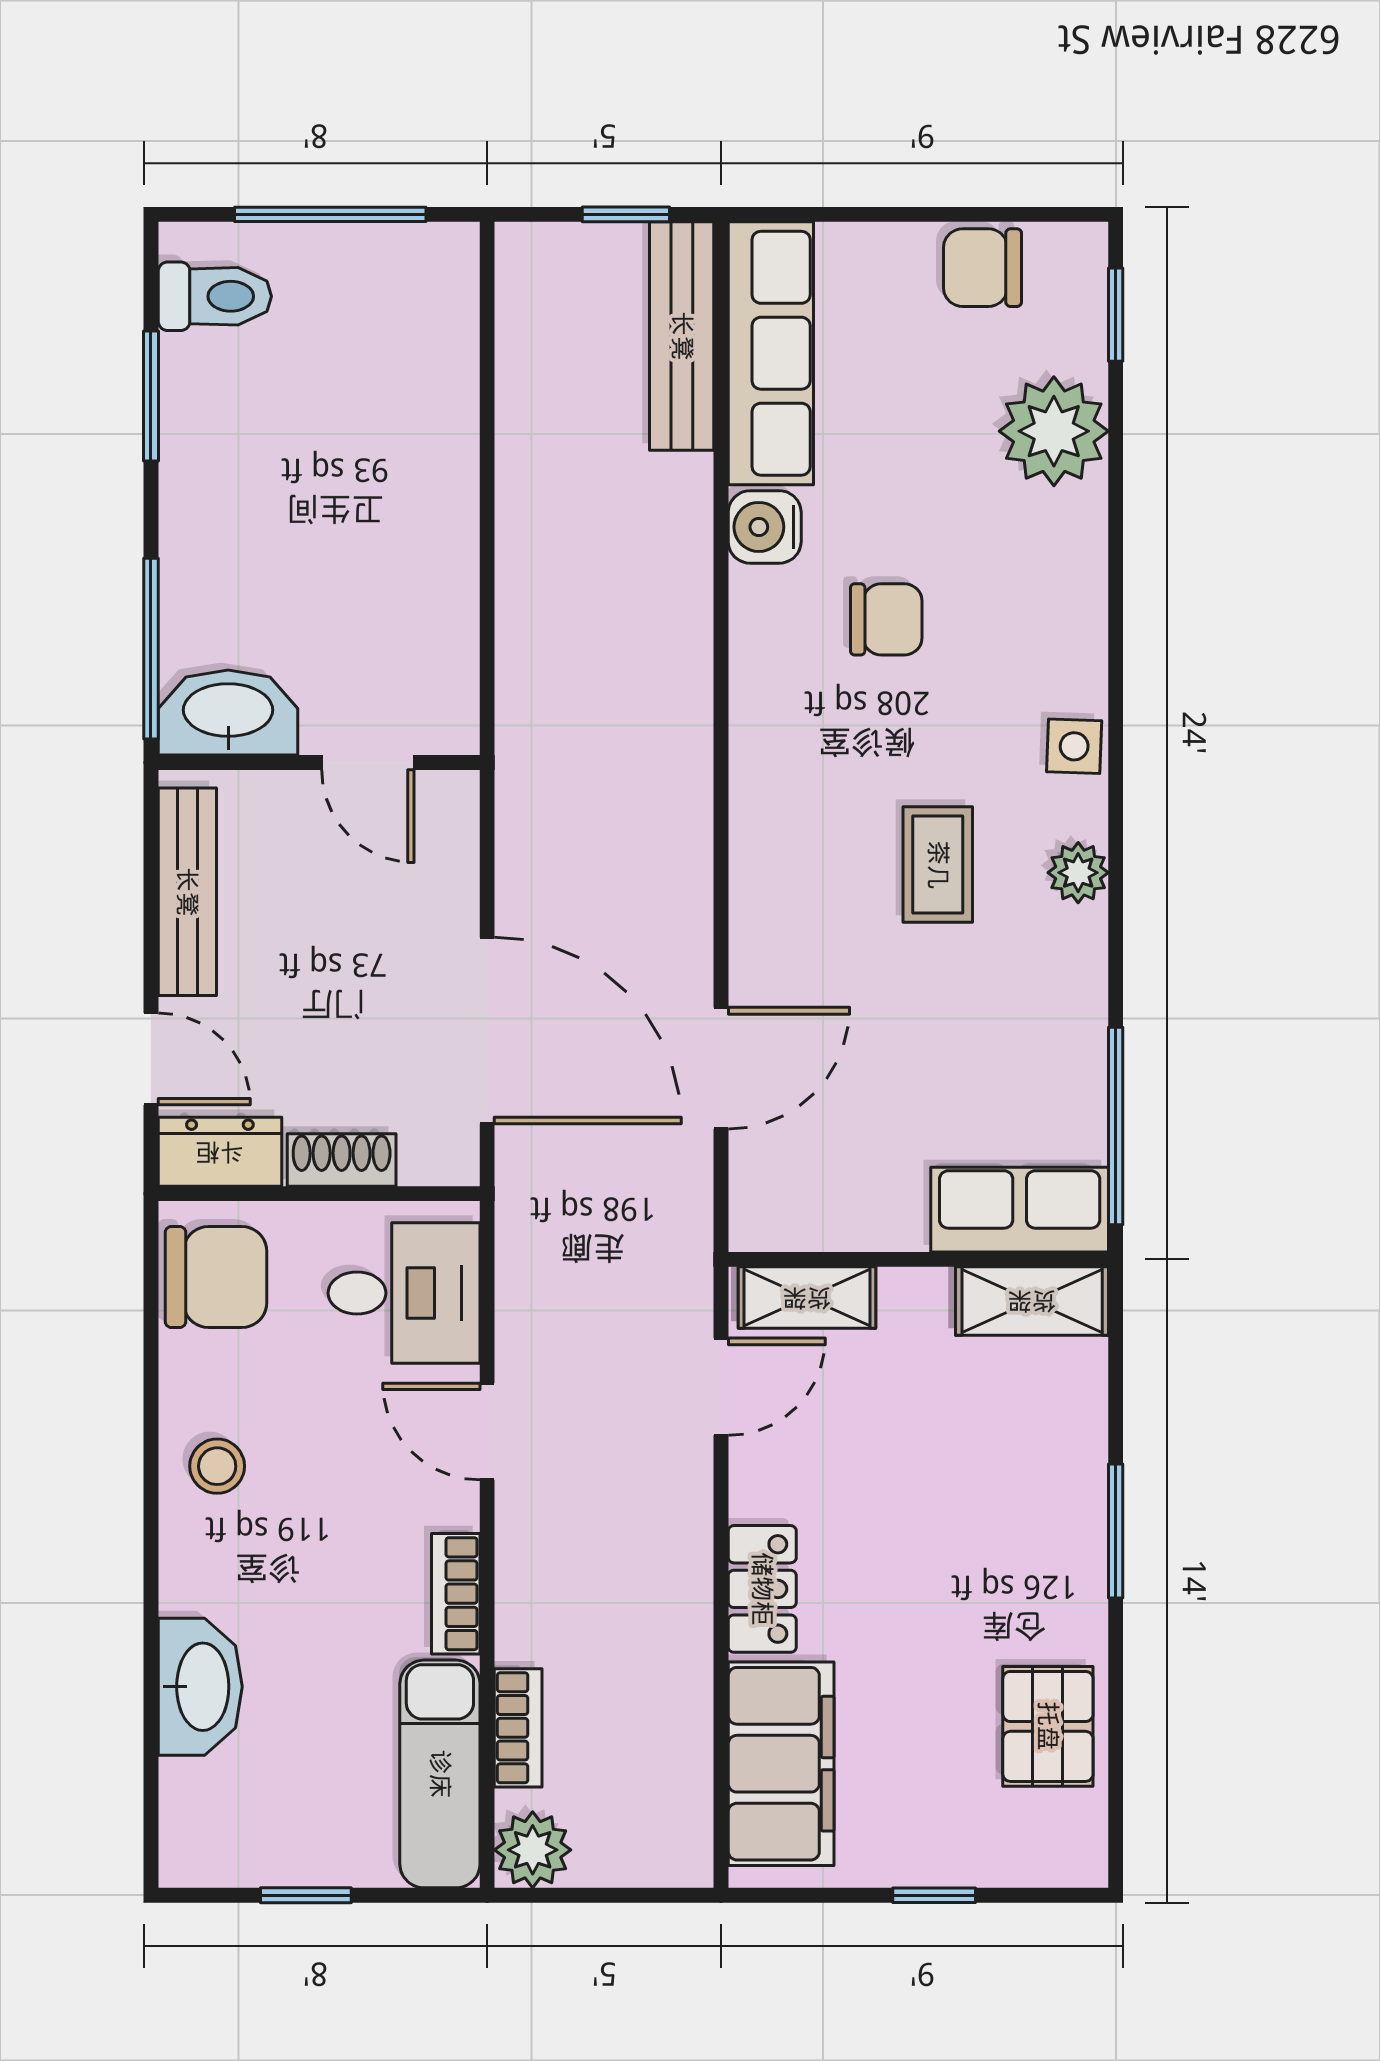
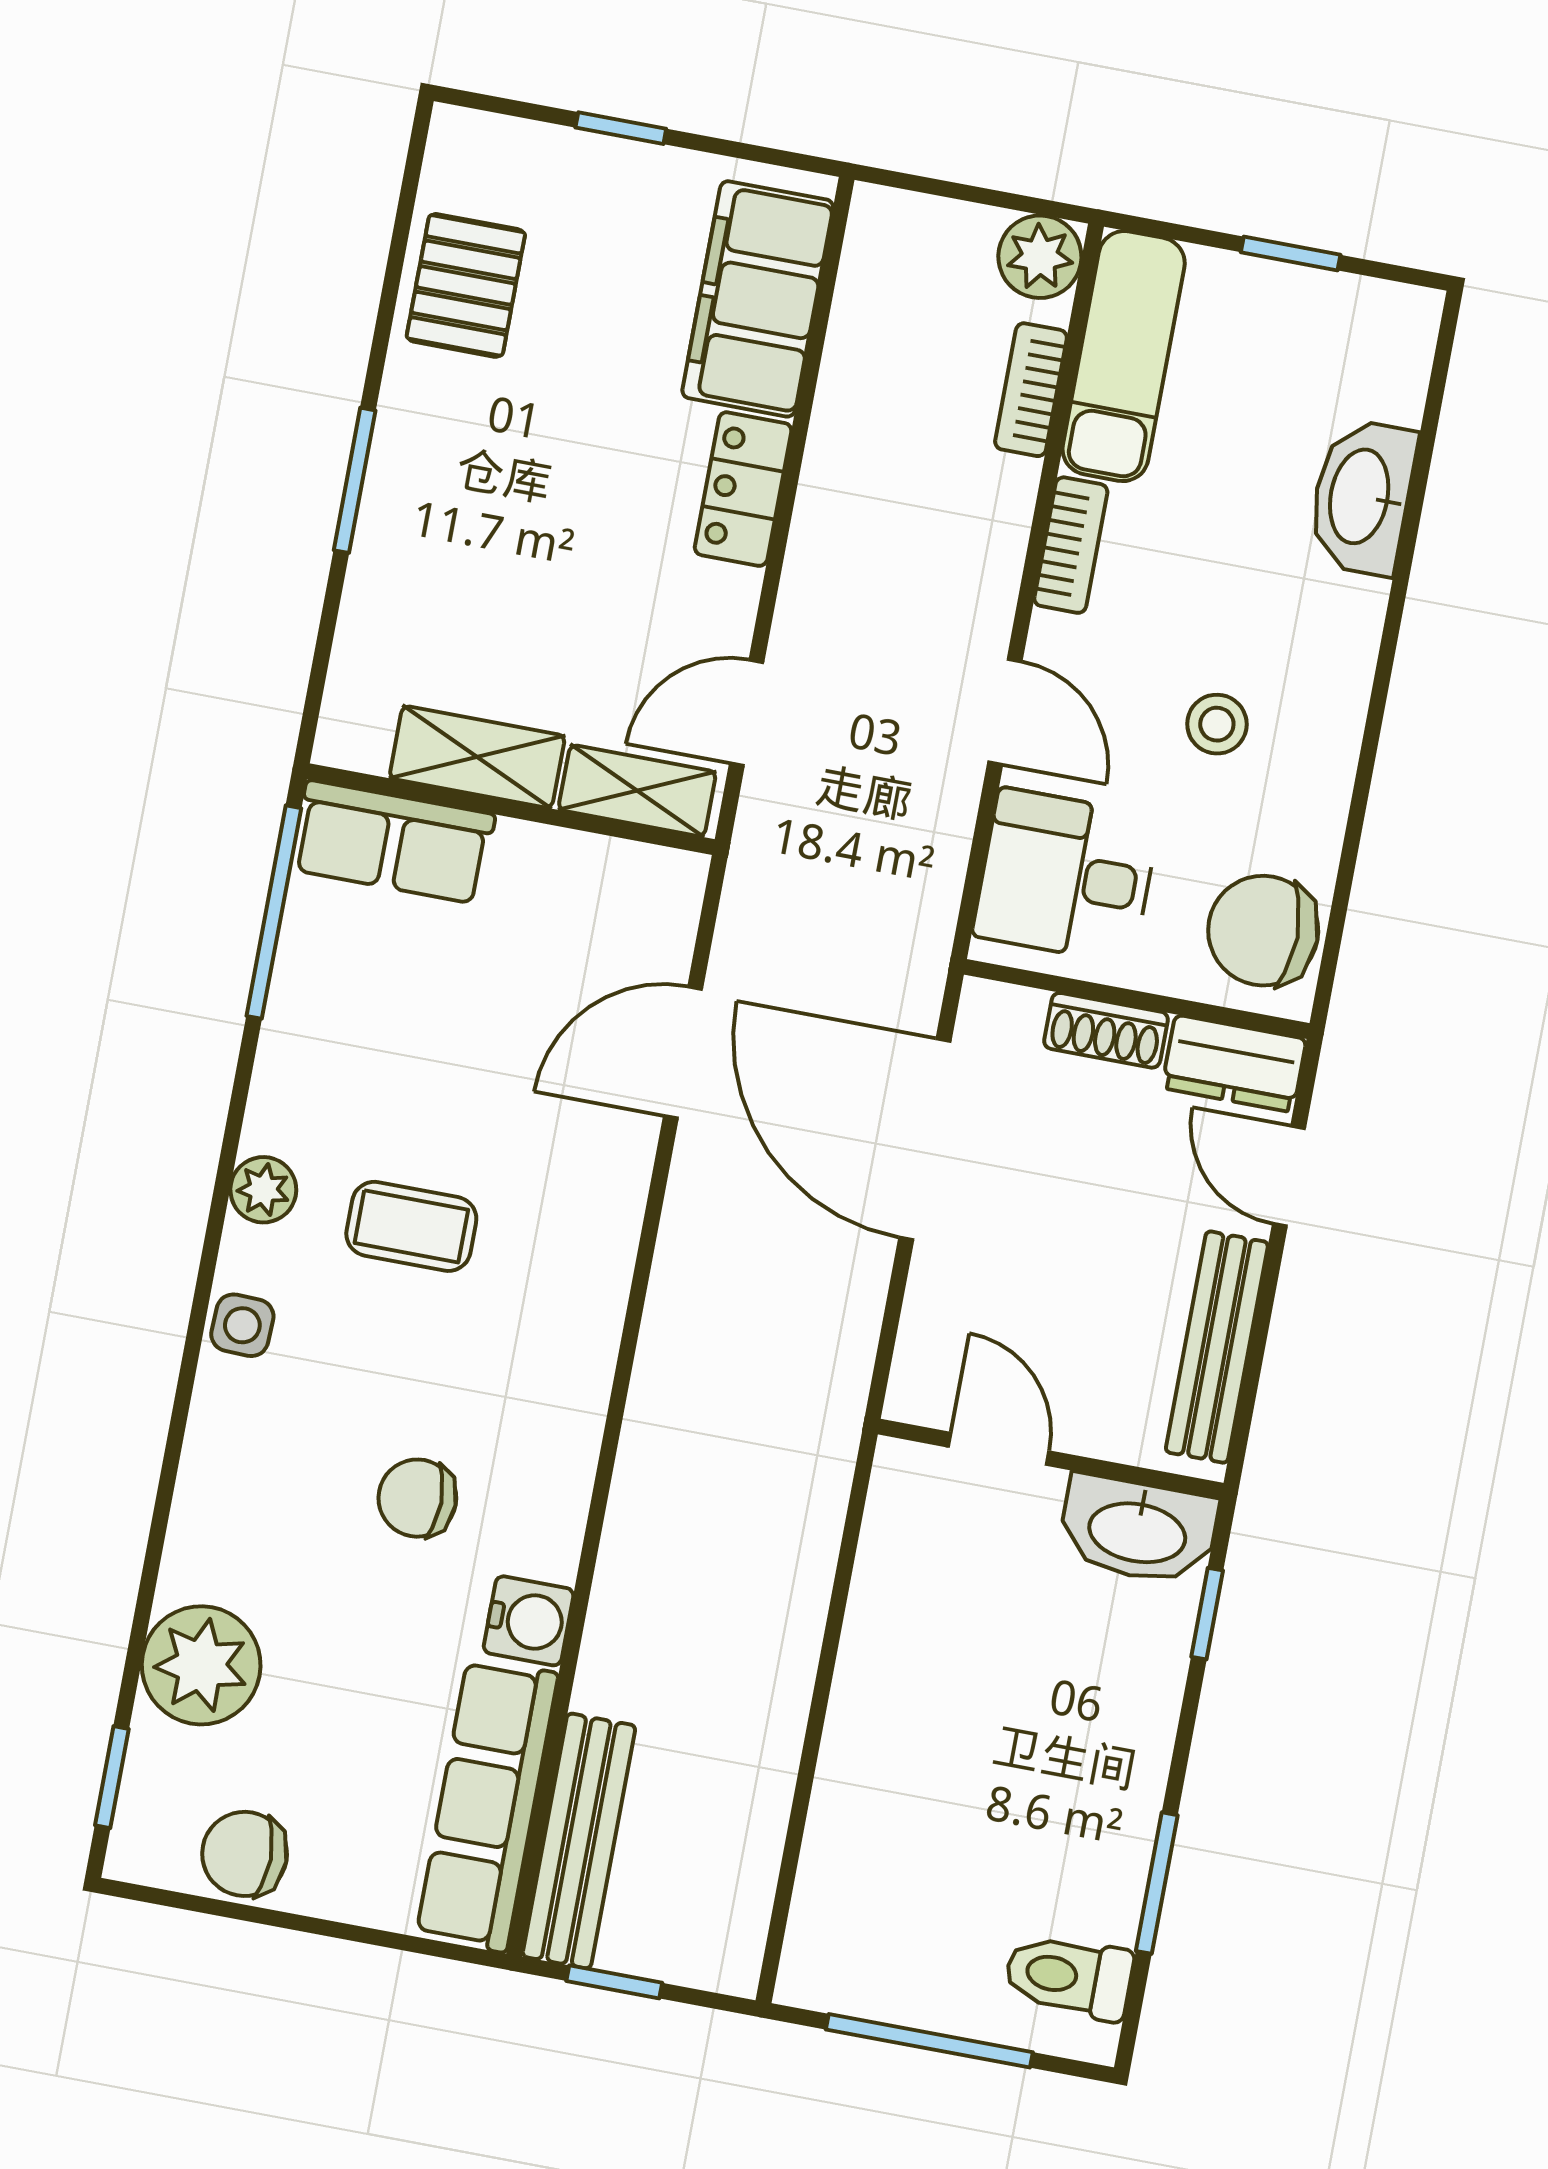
chair: (982, 268) -> (245, 1854), turned 180
window: (151, 649) -> (1207, 1614), width x0.46
coffee table: (938, 865) -> (411, 1226), turned 90
shelving: (1032, 1301) -> (477, 757), moved
stool: (217, 1466) -> (1217, 724), moved

